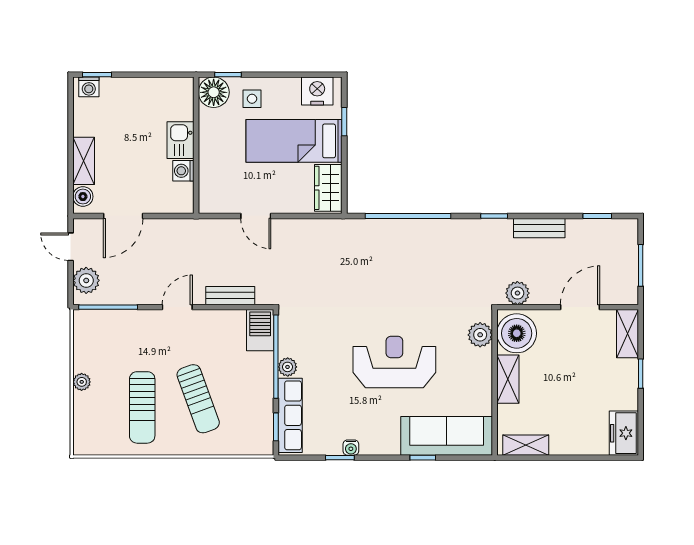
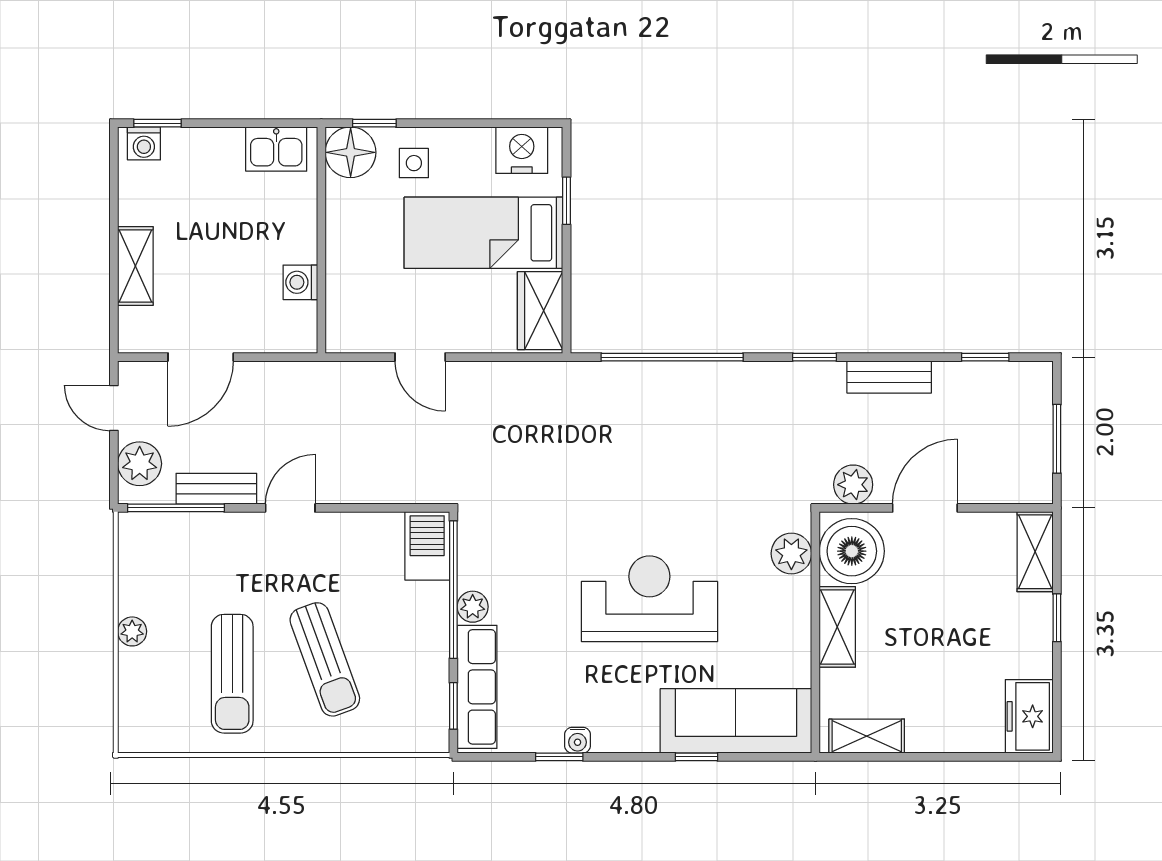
kitchen sink: (180, 140) -> (276, 149), moved, turned -90
boiler: (83, 197) -> (134, 325), removed
bench: (230, 296) -> (216, 489), moved
door: (580, 307) -> (925, 508), moved

